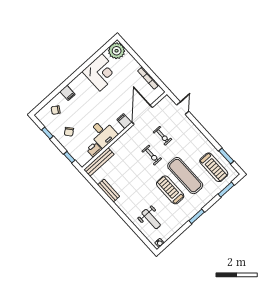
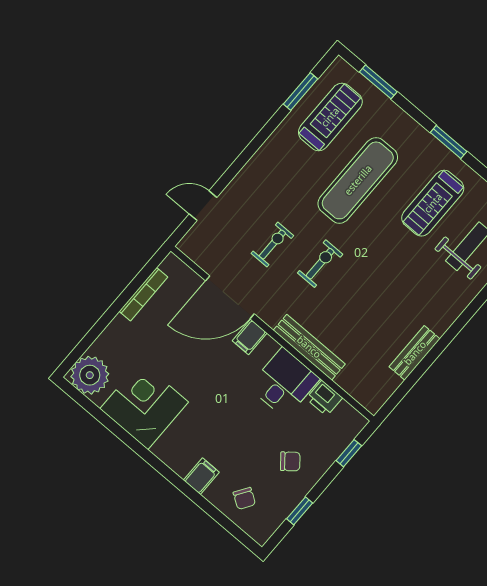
bench: (99, 162) -> (309, 347), moved
treadmill: (170, 190) -> (433, 203), moved

